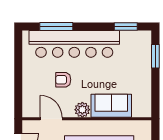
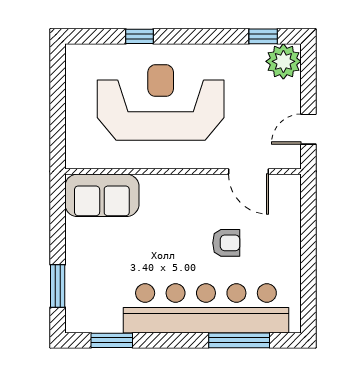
sofa: (111, 106) -> (102, 195), moved
plant: (82, 110) -> (191, 188), removed

